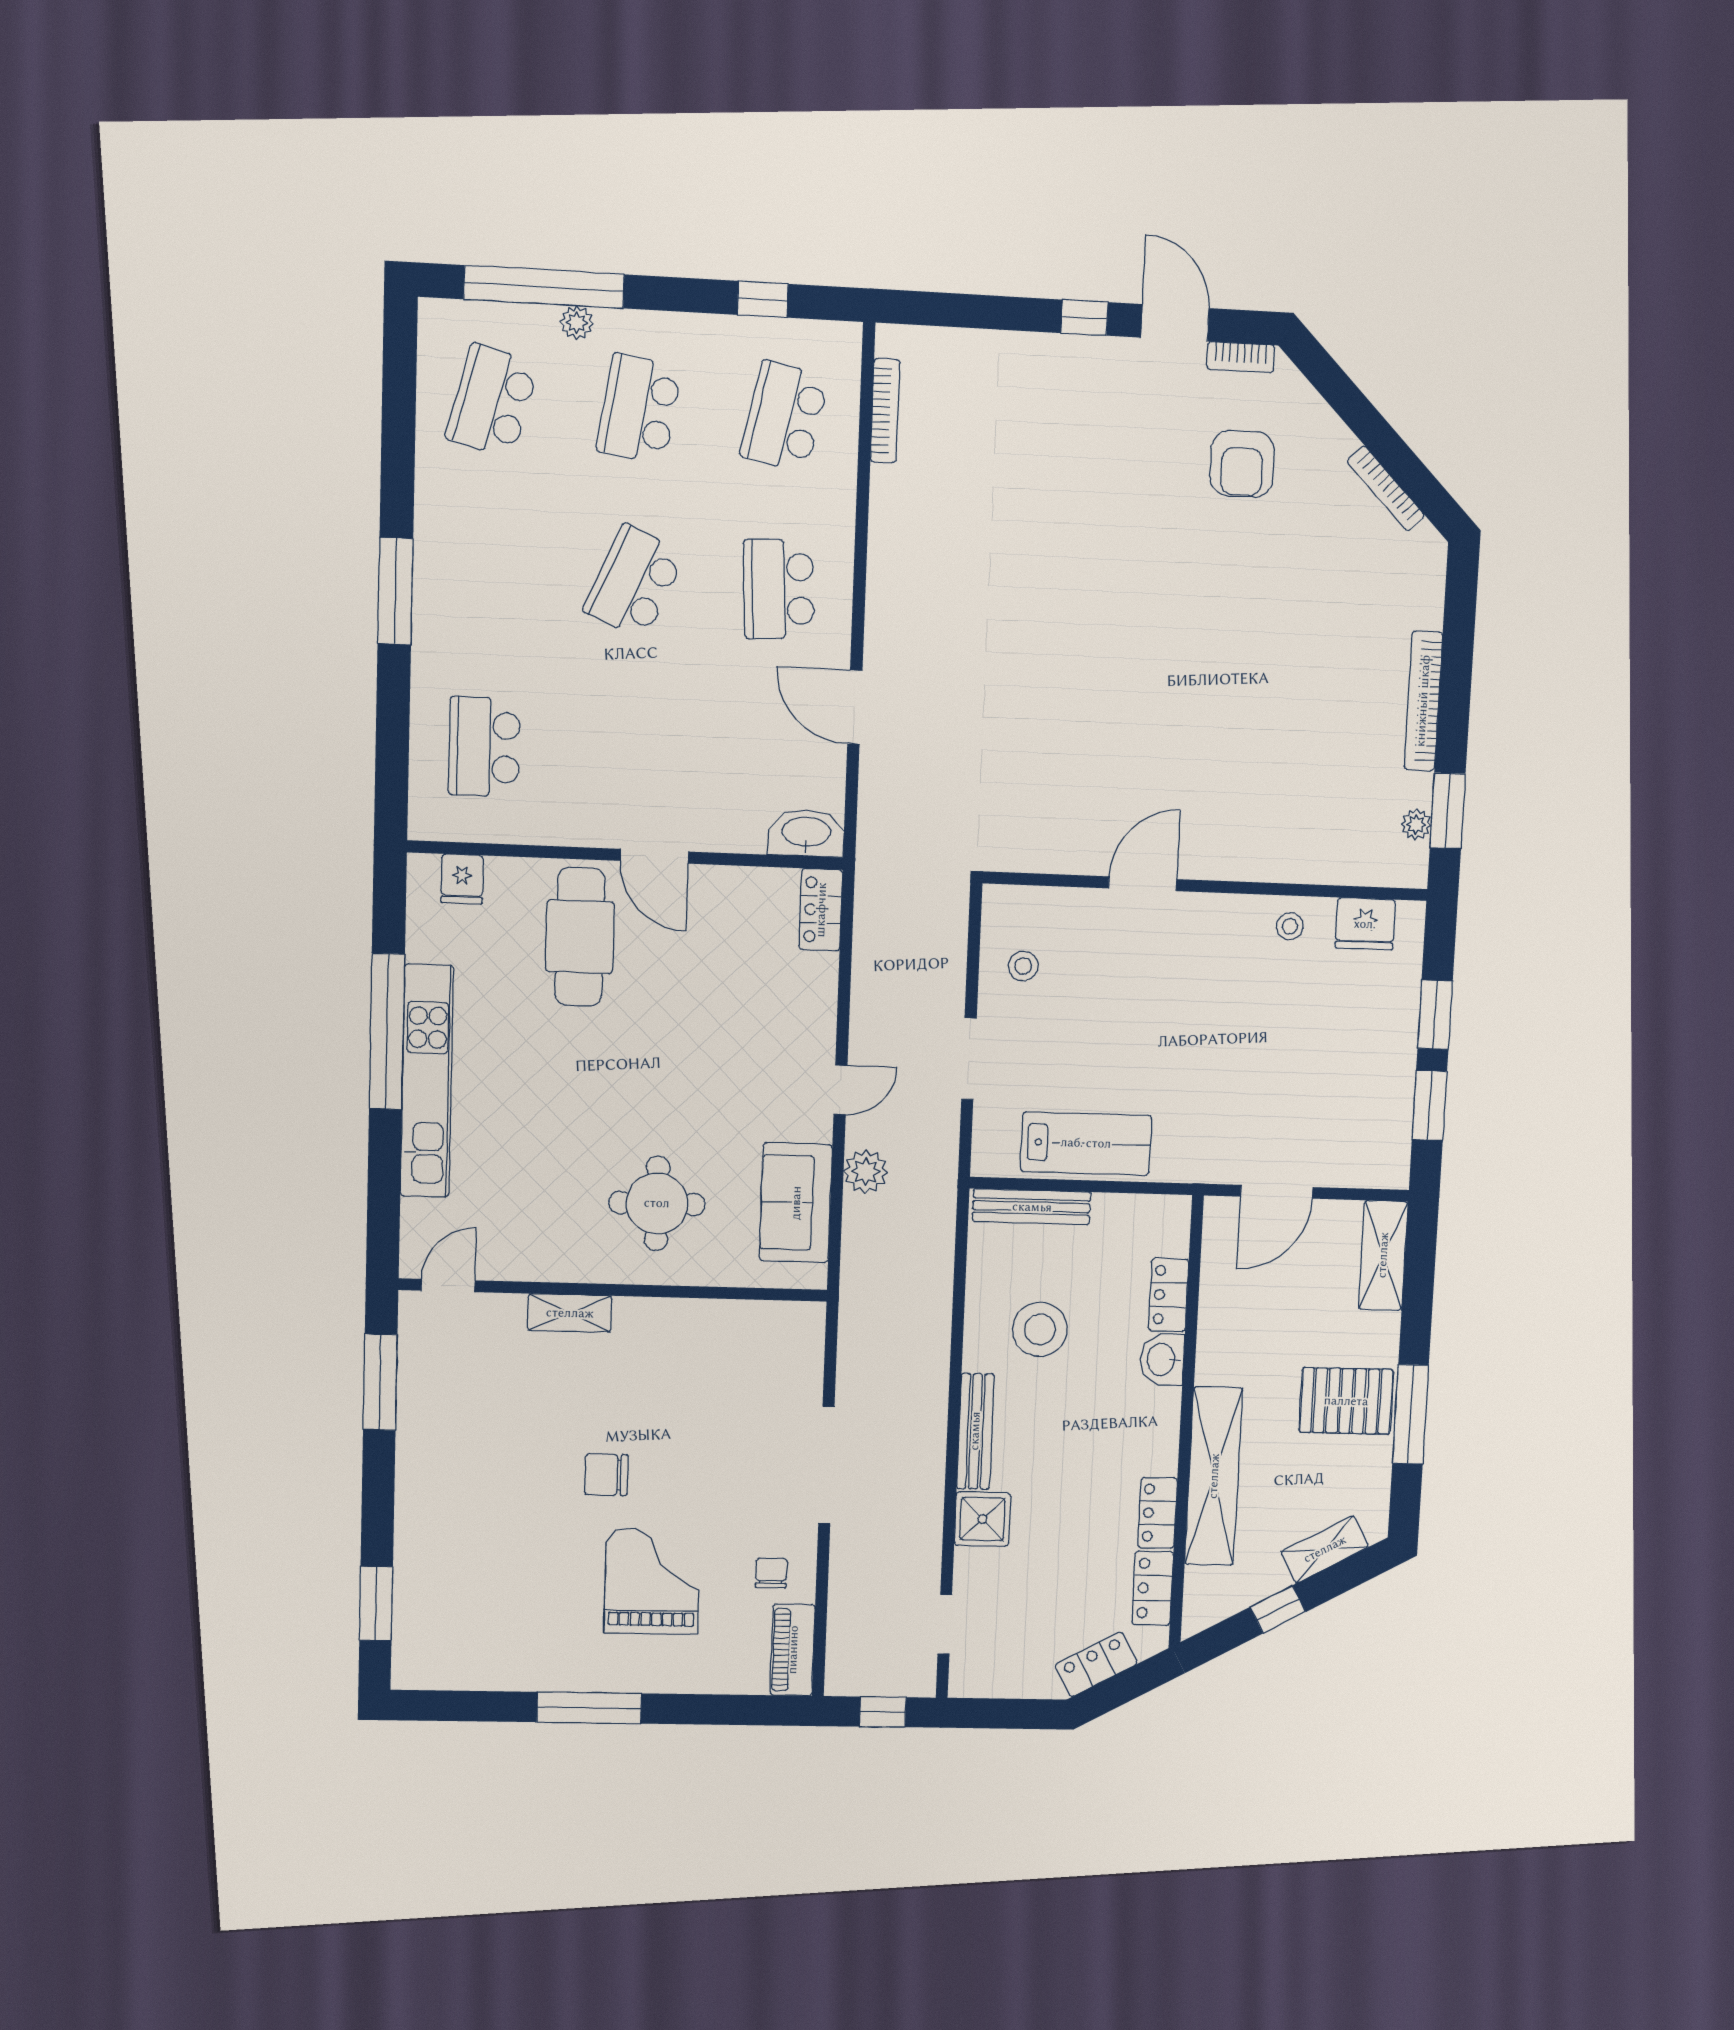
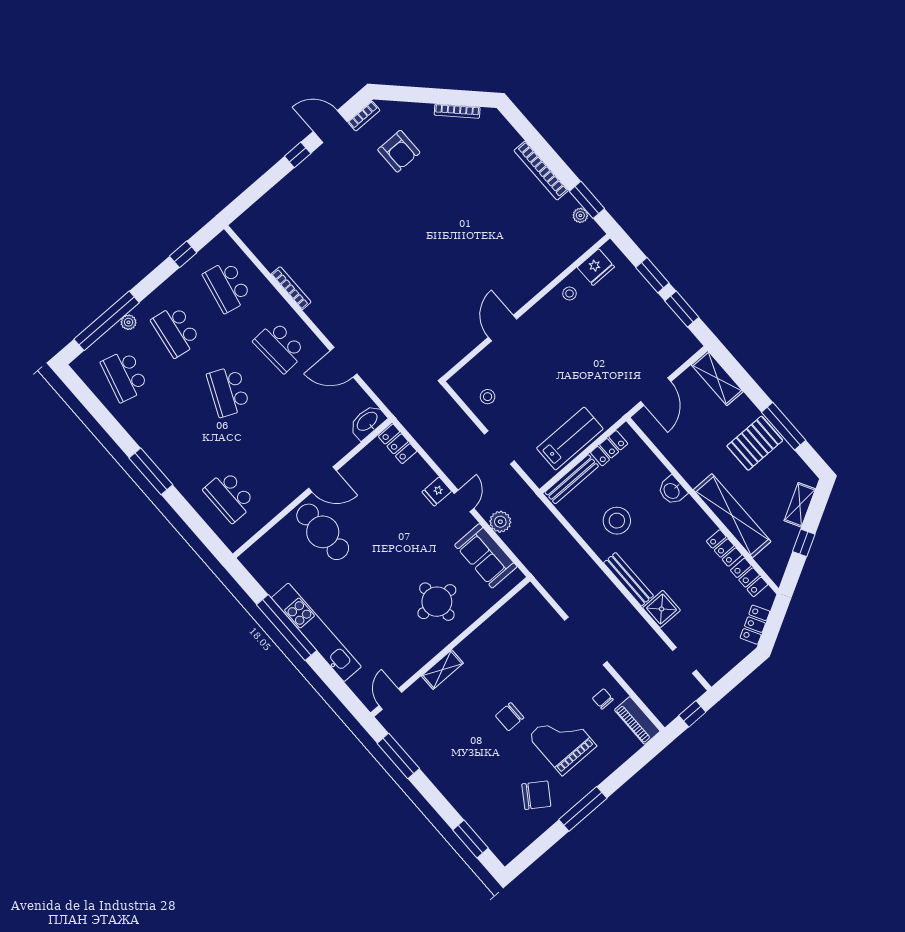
bookcase: (885, 411) -> (291, 288), moved
fridge: (462, 879) -> (437, 492), moved, turned 90
locker: (1169, 1295) -> (609, 448), moved, turned -90
chair: (538, 1626) -> (536, 795), added

